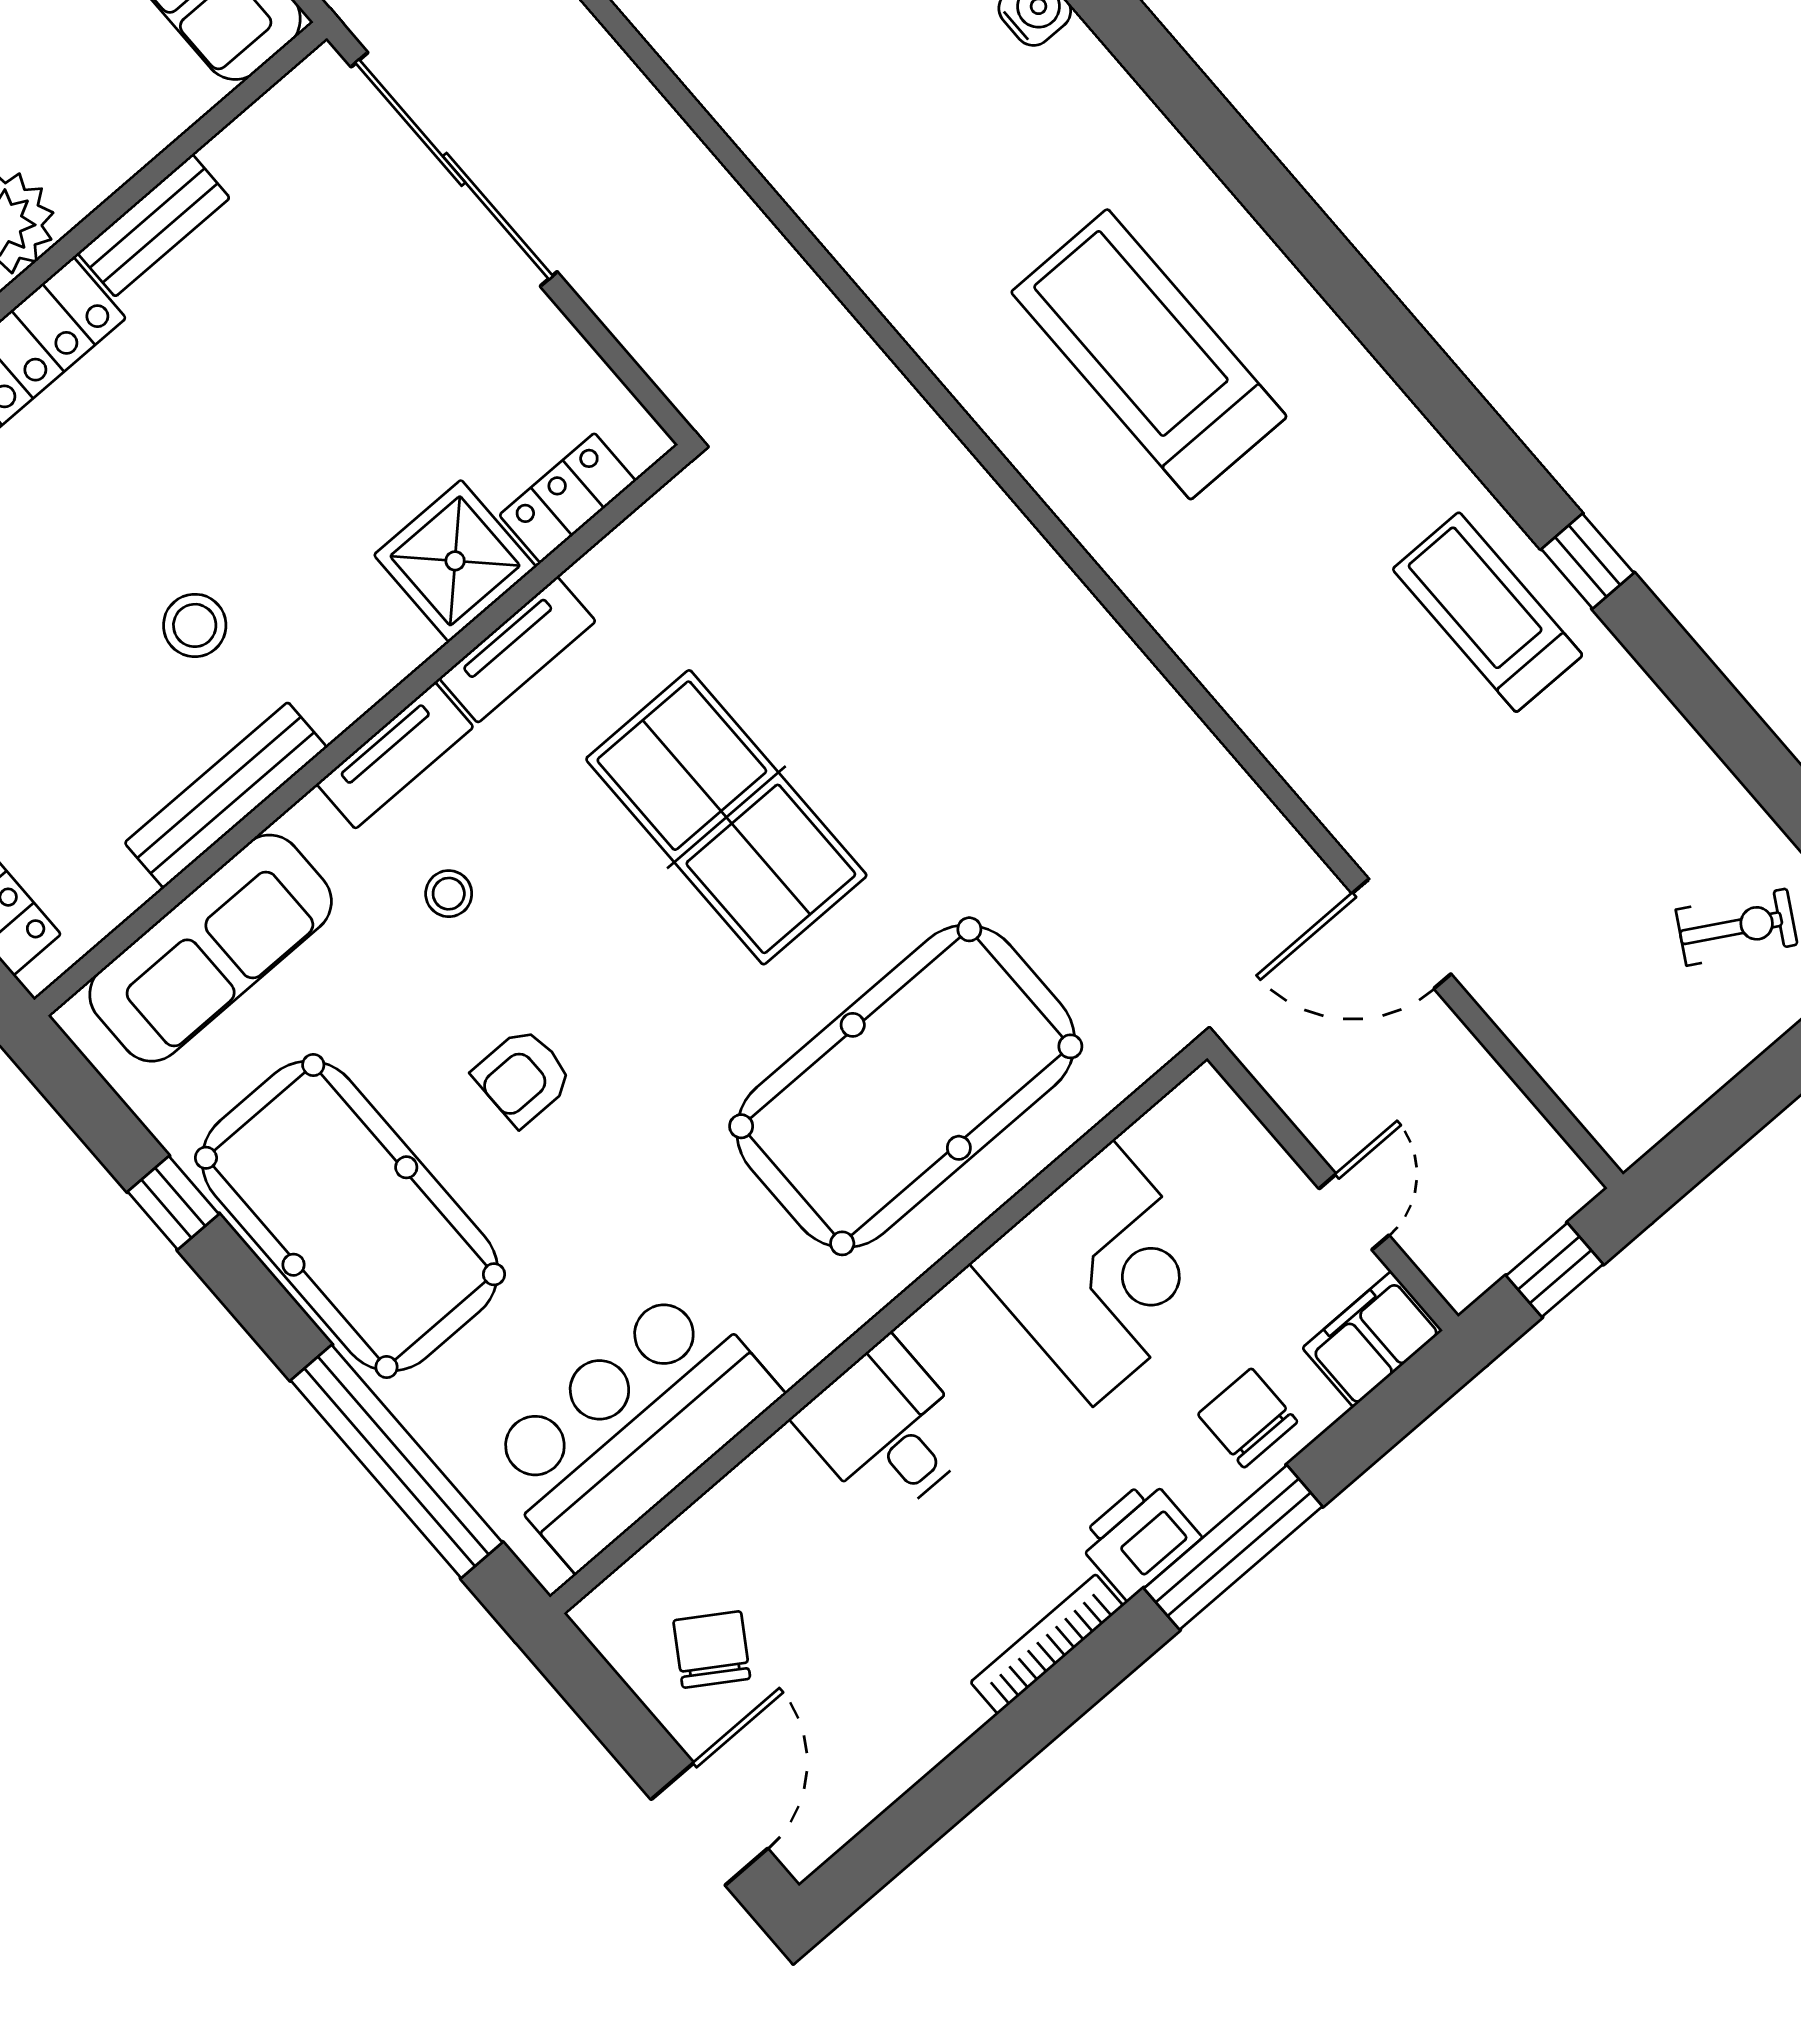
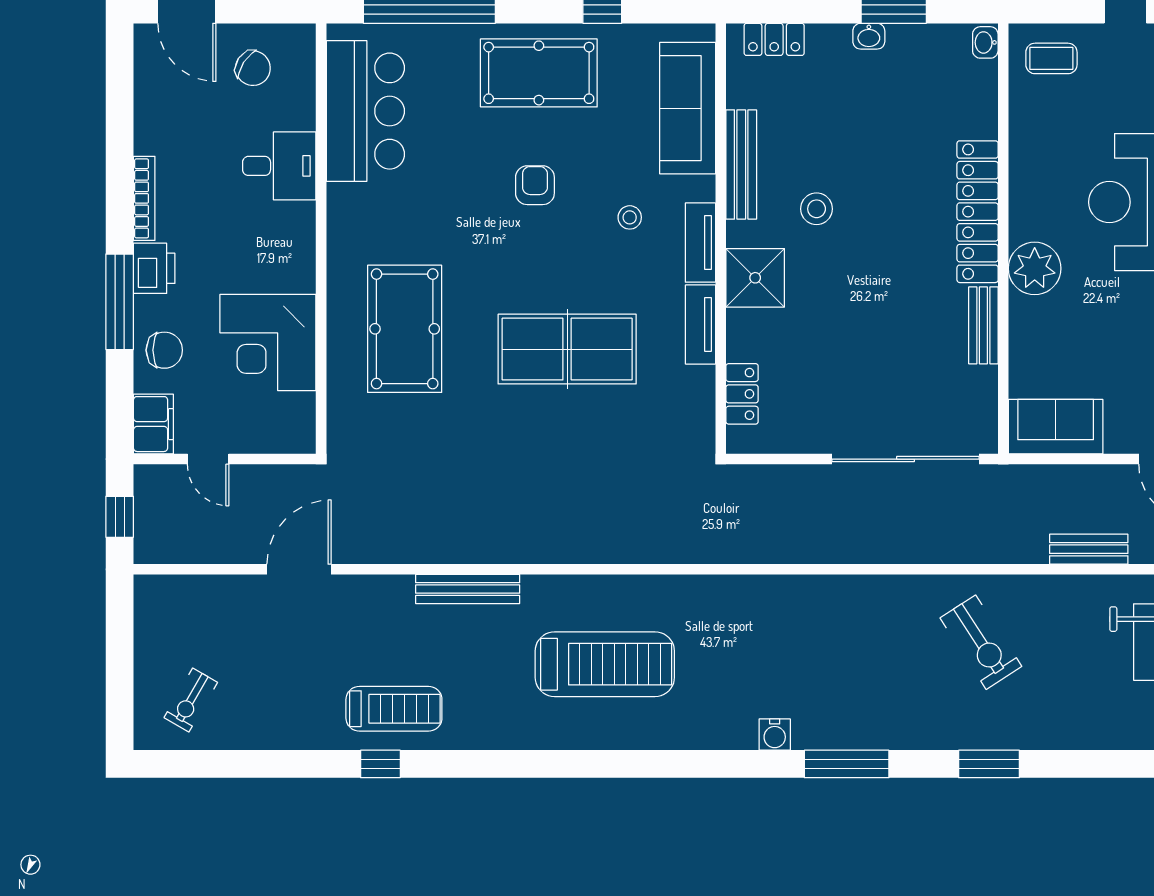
shower: (455, 561) -> (755, 278), moved
bench: (1213, 656) -> (468, 589), added
pool table: (906, 1086) -> (405, 329), width x0.73, depth x0.76
pool table: (350, 1216) -> (539, 73), width x0.73, depth x0.76
desk: (887, 1430) -> (279, 166), moved

